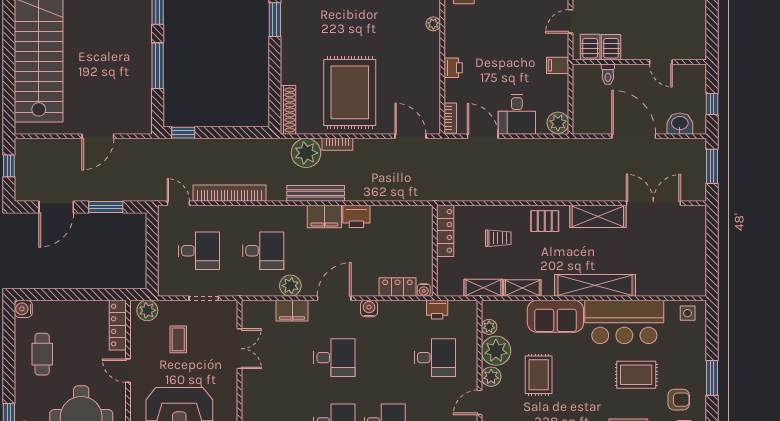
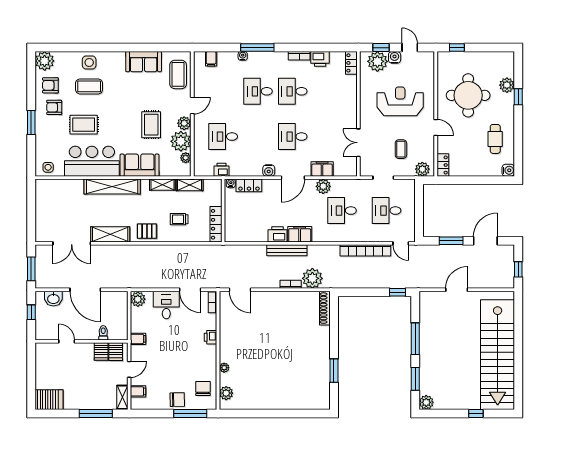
rug: (350, 92) -> (282, 320), removed
bench: (316, 193) -> (287, 250), moved
locker: (118, 325) -> (443, 165), width x0.66

